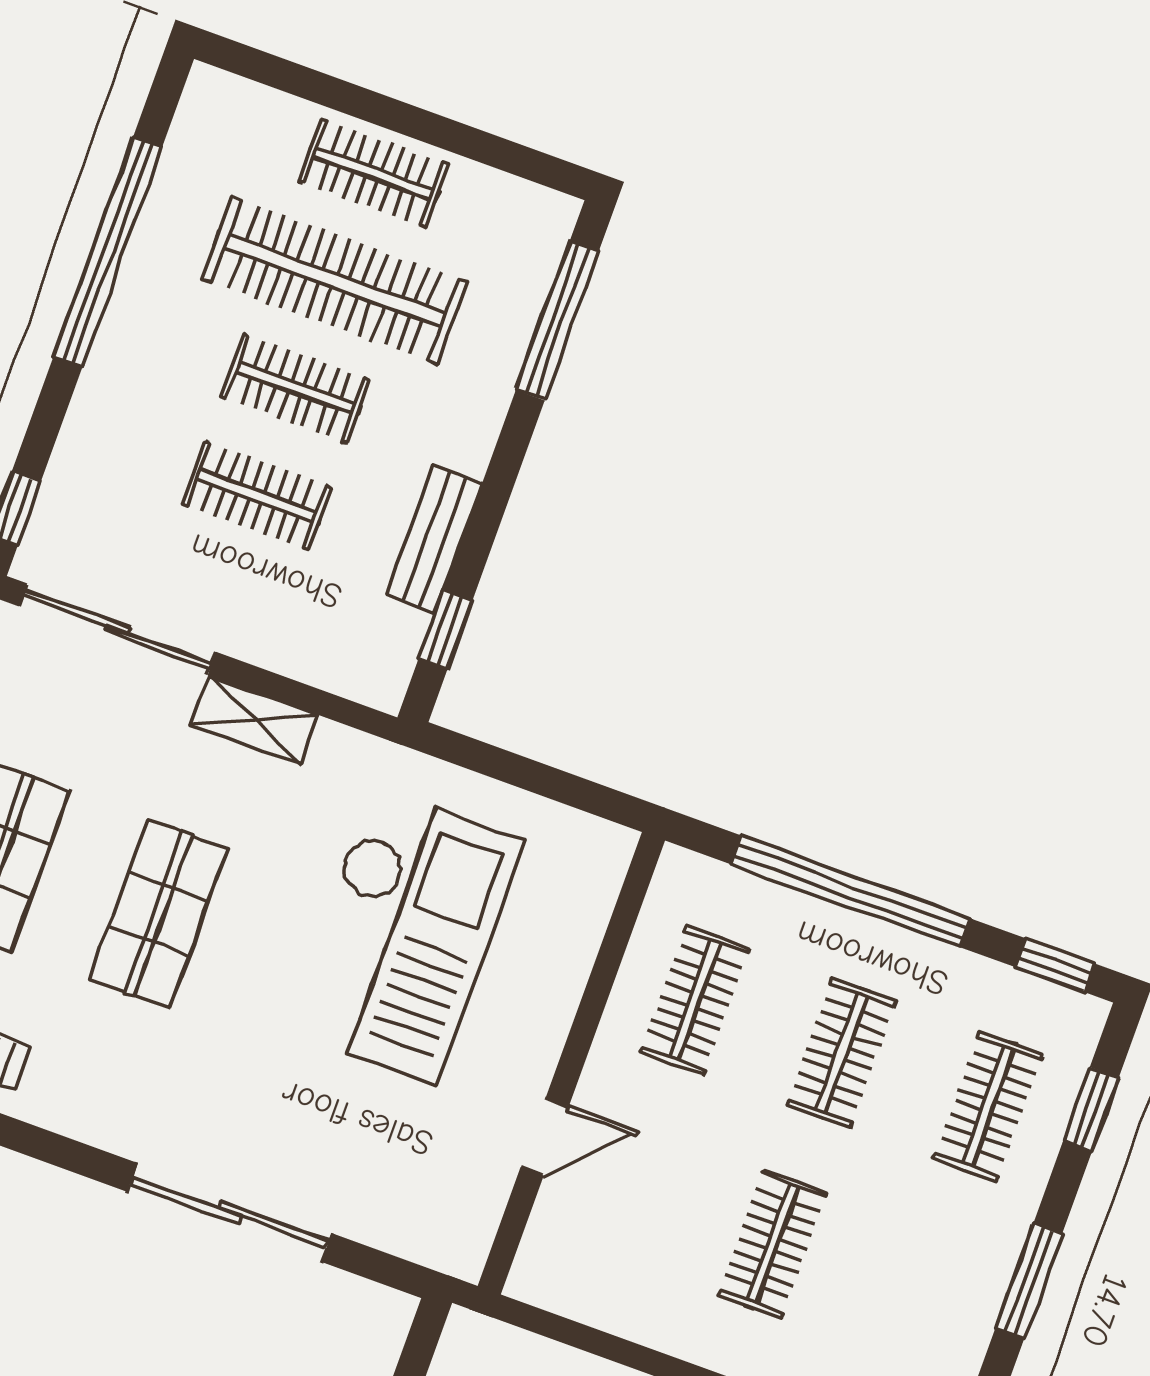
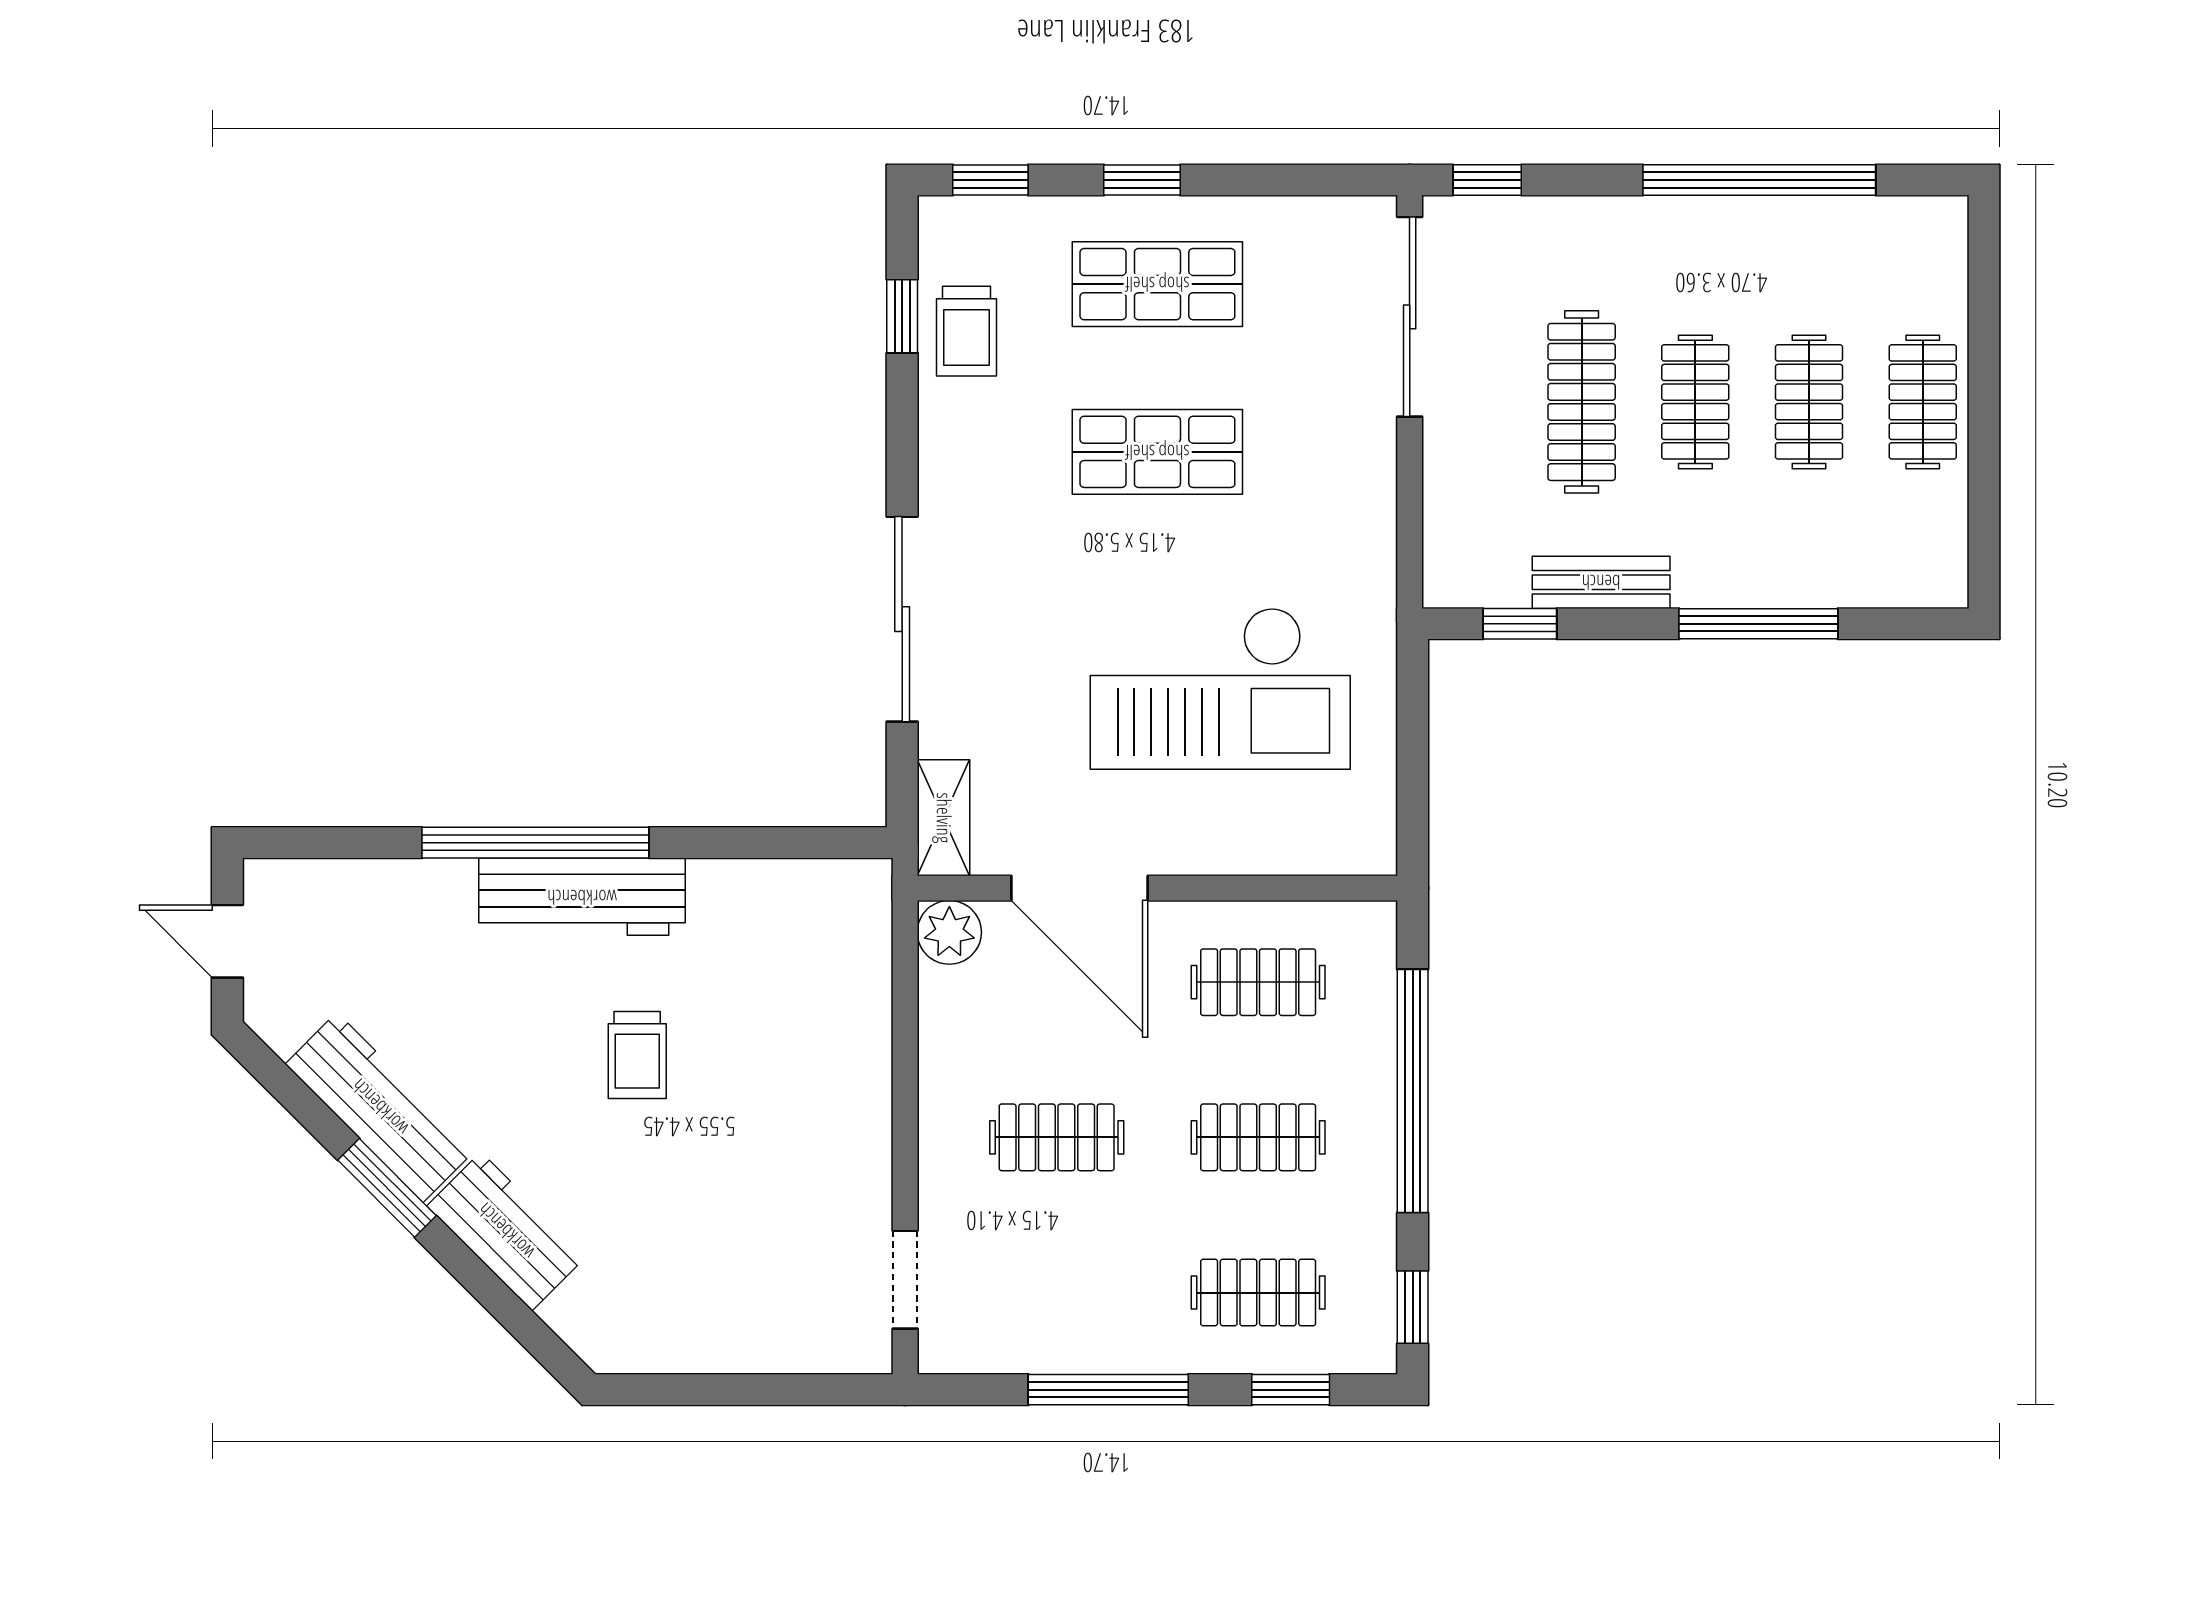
clothes rail: (335, 281) -> (1809, 402), width x0.54, depth x0.76
window: (557, 320) -> (1758, 624), moved
clothes rail: (257, 496) -> (1582, 402), width x1.36
shelving: (255, 720) -> (944, 818), moved
door: (545, 1137) -> (1079, 888), width x1.88
plant: (542, 1275) -> (949, 932), added
window: (1029, 1281) -> (1108, 1390), width x1.44

